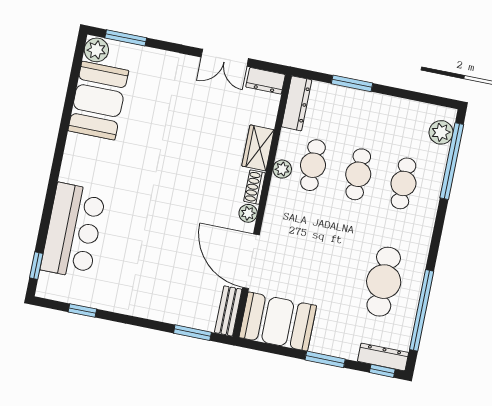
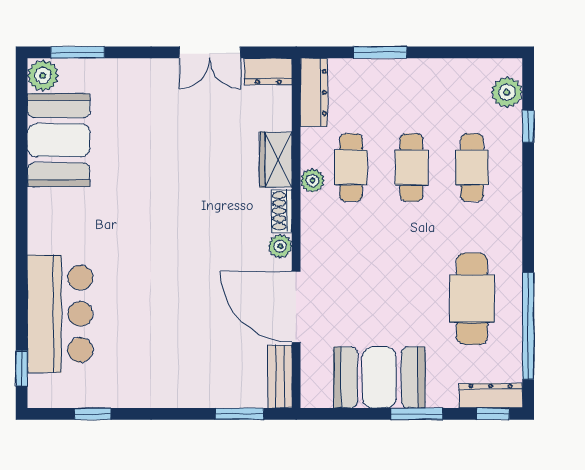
window: (452, 161) -> (528, 126), width x0.32
booth: (278, 321) -> (379, 377), moved

